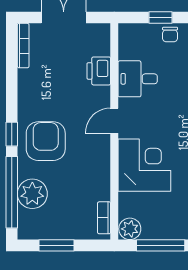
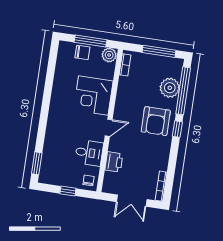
chair: (170, 34) -> (89, 180), moved
chair: (170, 227) -> (82, 52), added
window: (56, 245) -> (159, 51), width x1.44

